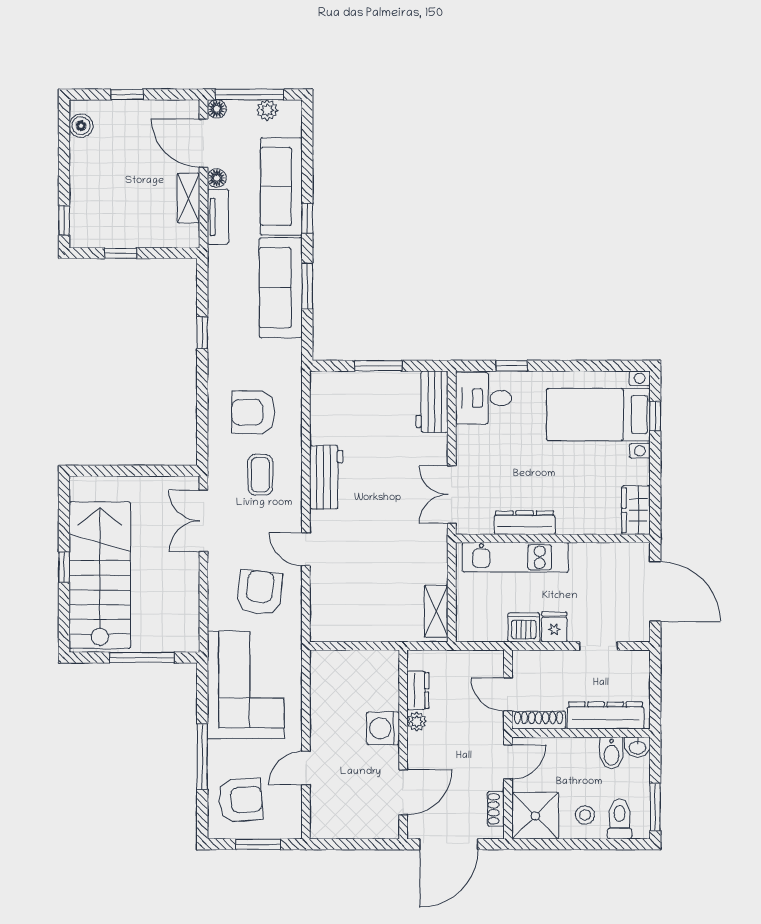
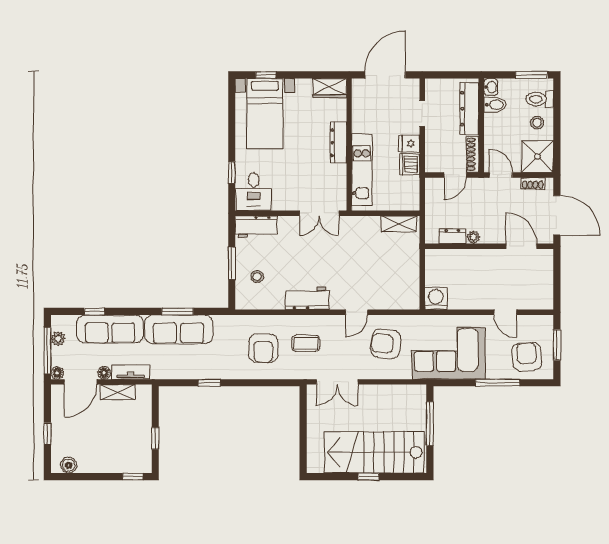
window: (307, 218) -> (95, 311), moved
stool: (359, 403) -> (257, 277), added
dresser: (525, 523) -> (338, 143), moved
washing machine: (383, 728) -> (436, 299), moved, turned 180

